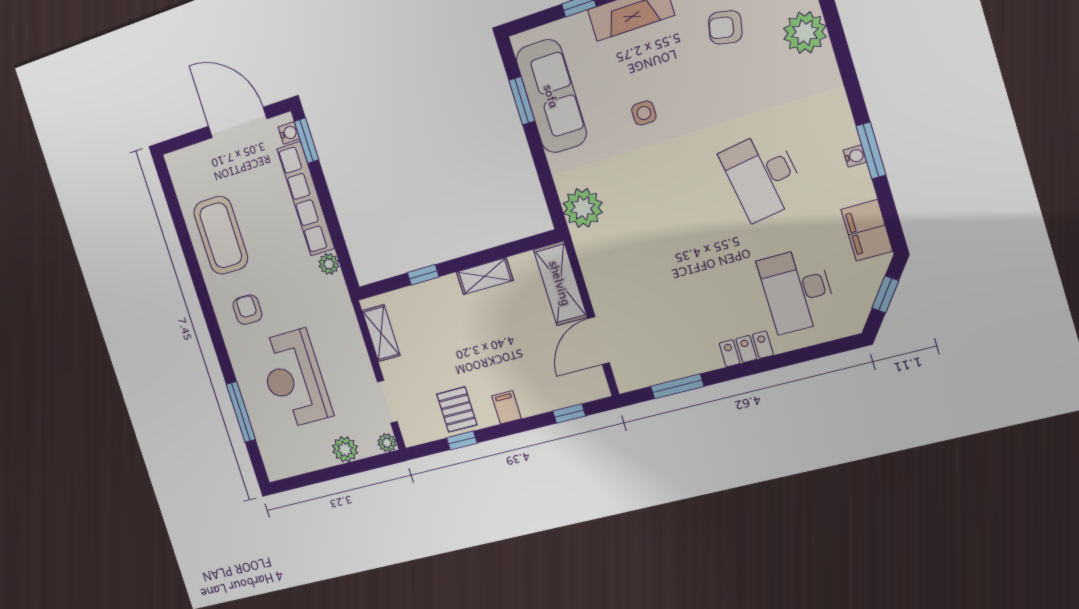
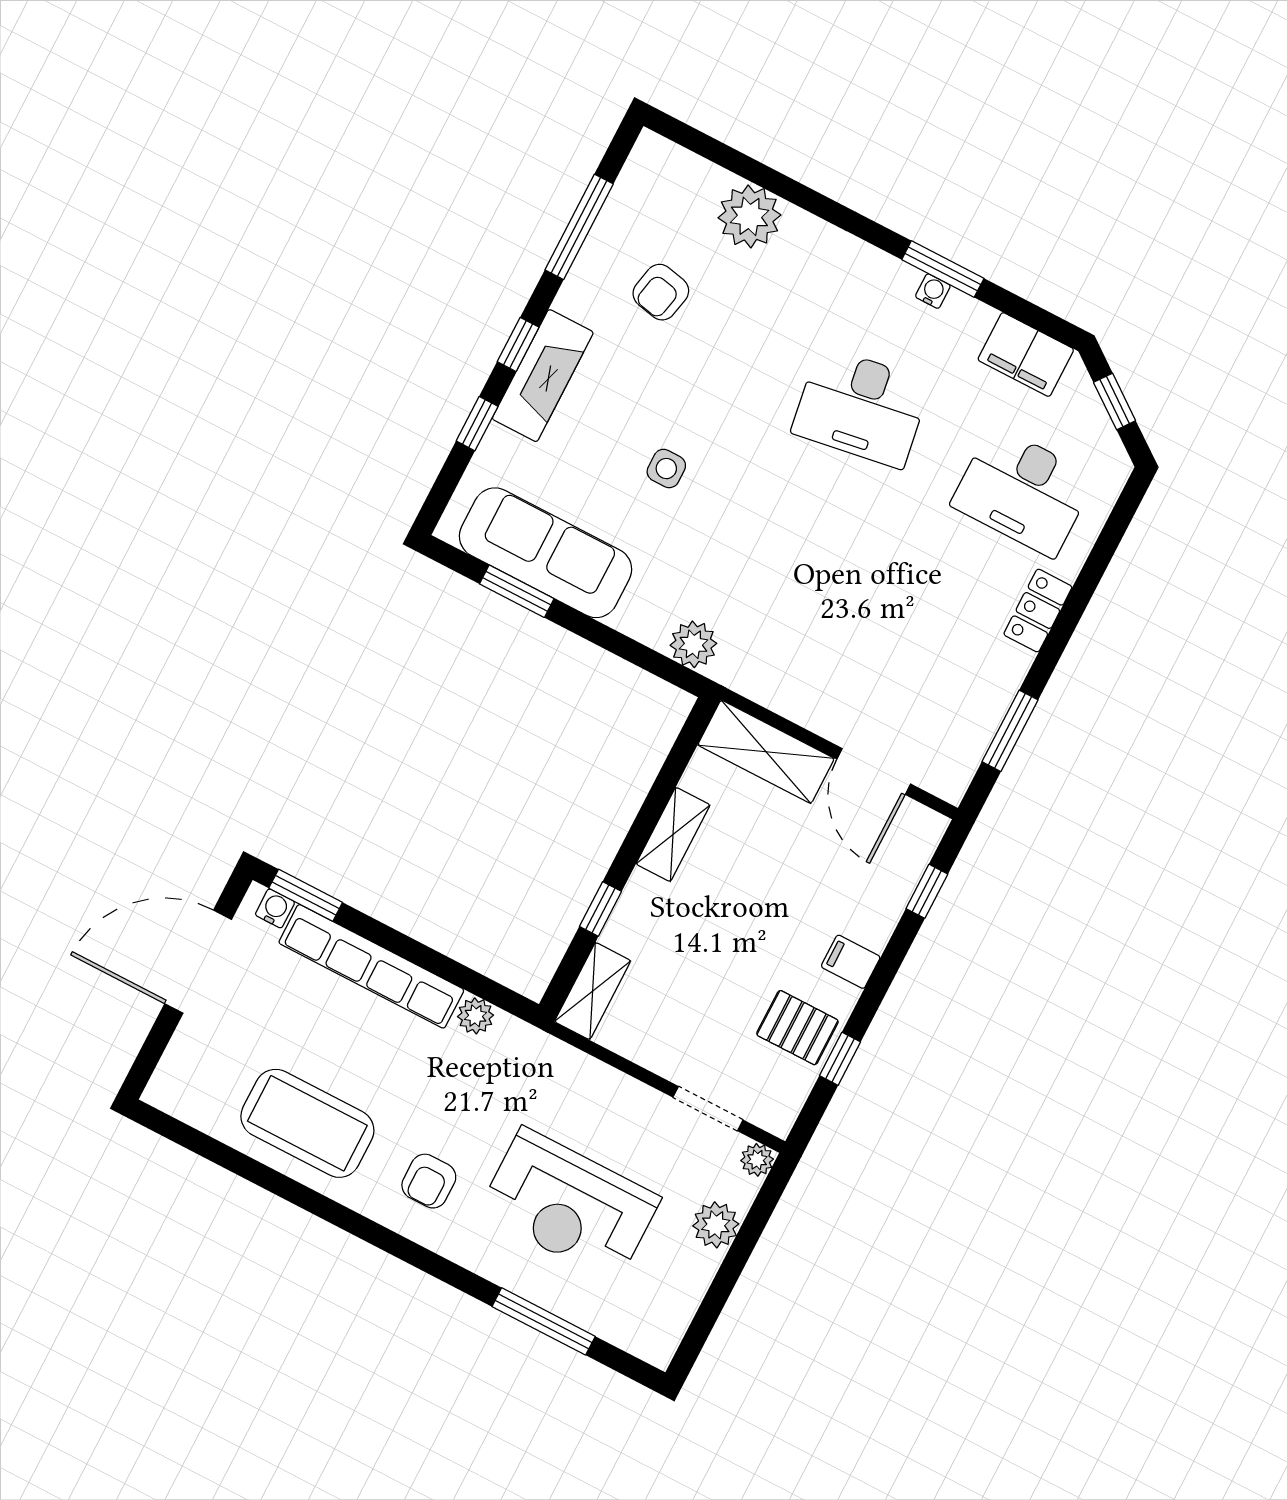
plant: (583, 208) -> (693, 644), width x0.73, depth x0.73
armchair: (247, 310) -> (429, 1181), turned -90
shelving: (381, 333) -> (593, 991), moved, turned 90

